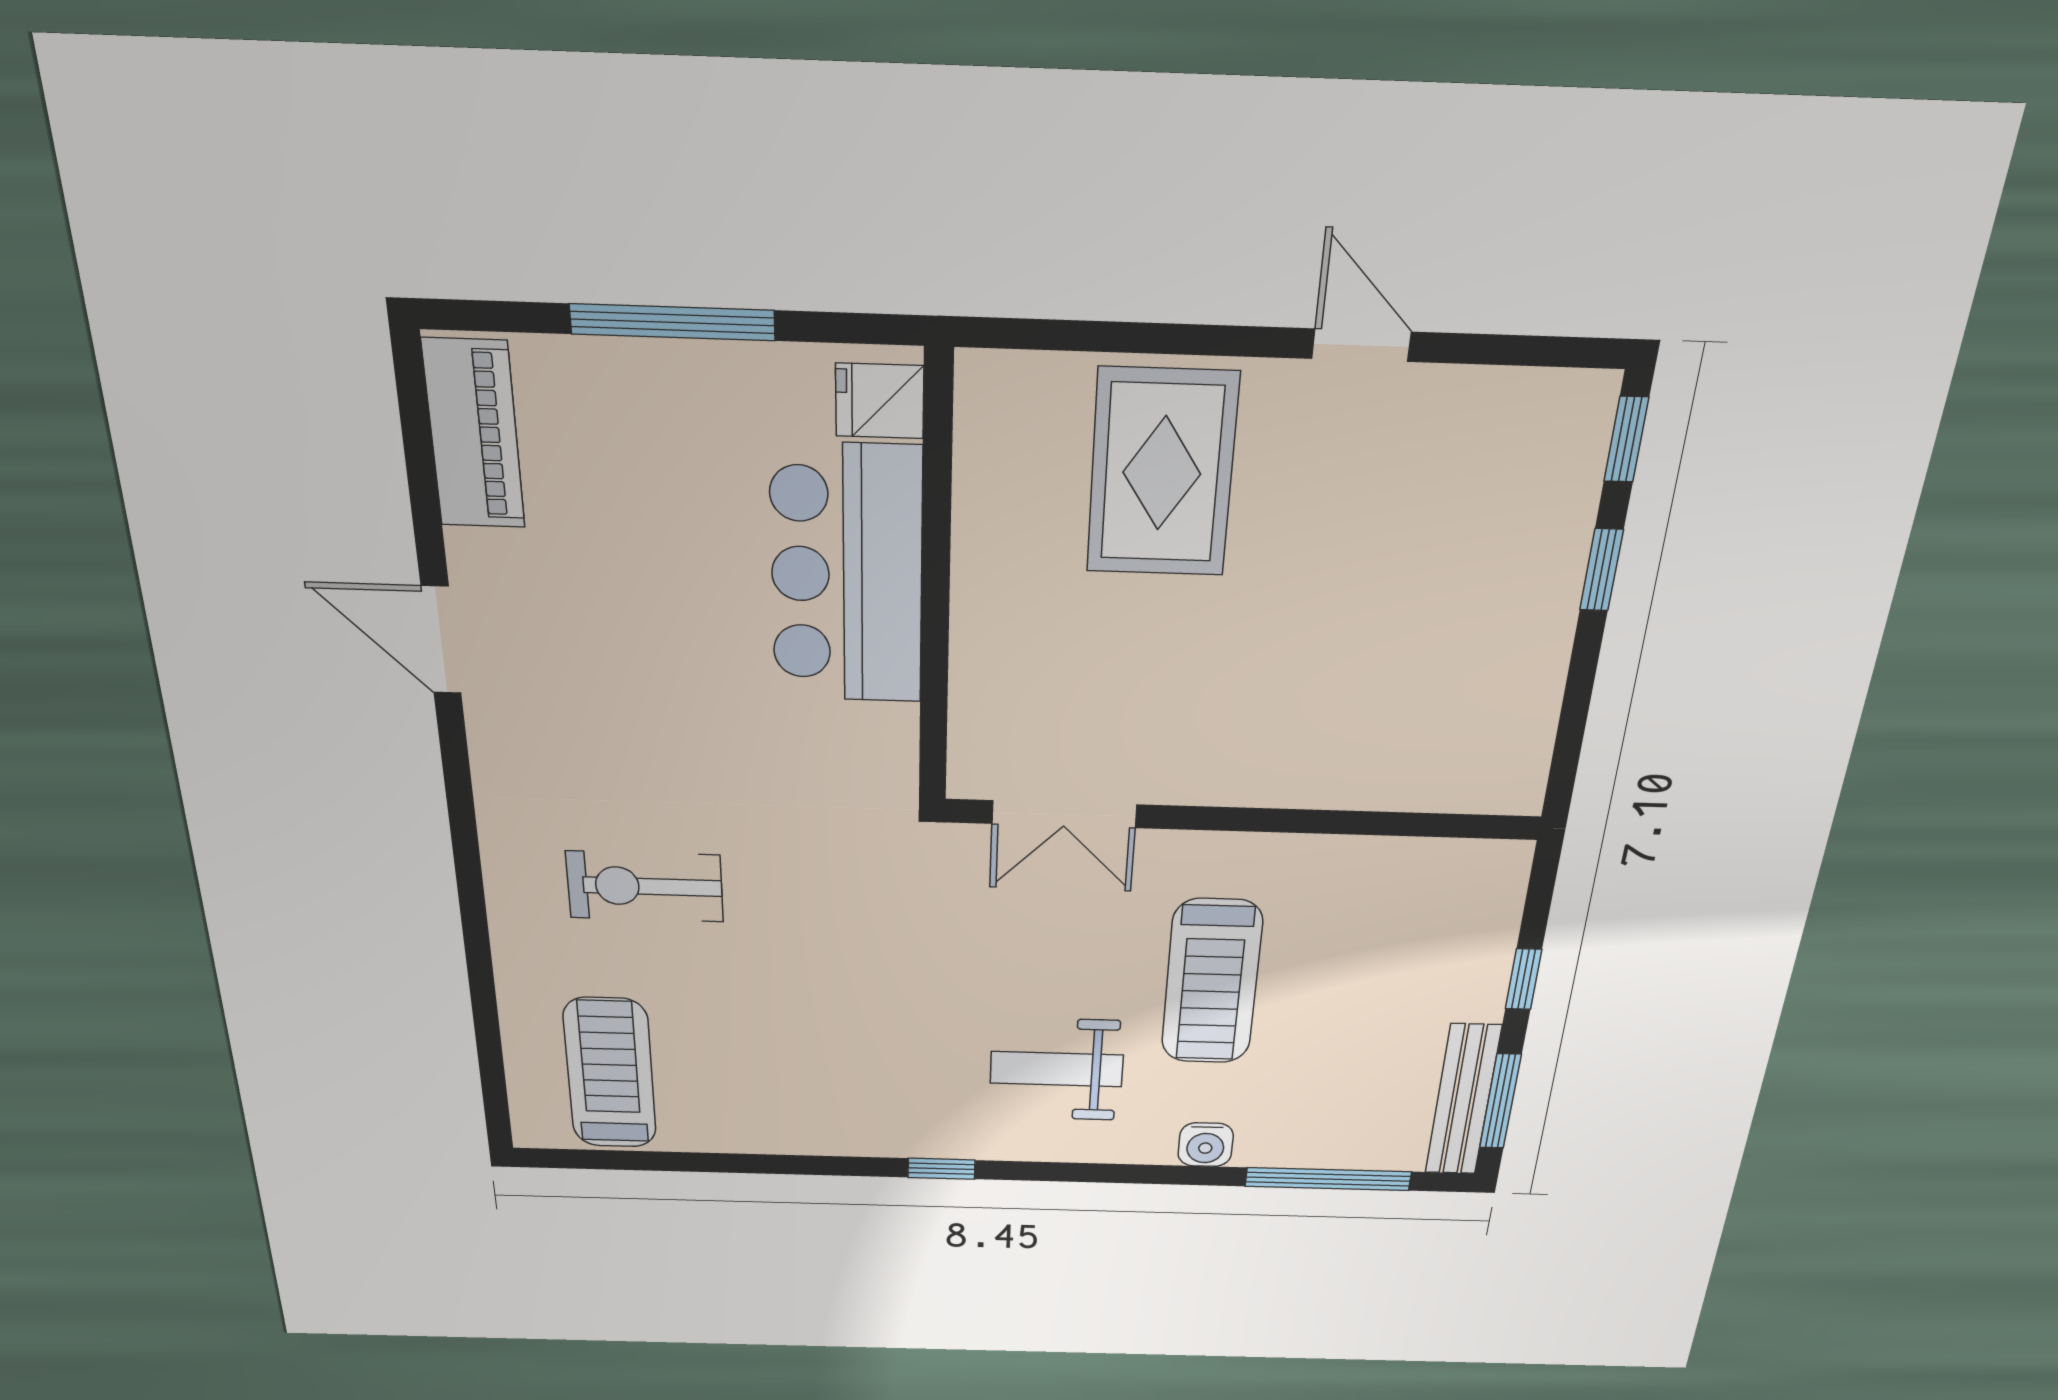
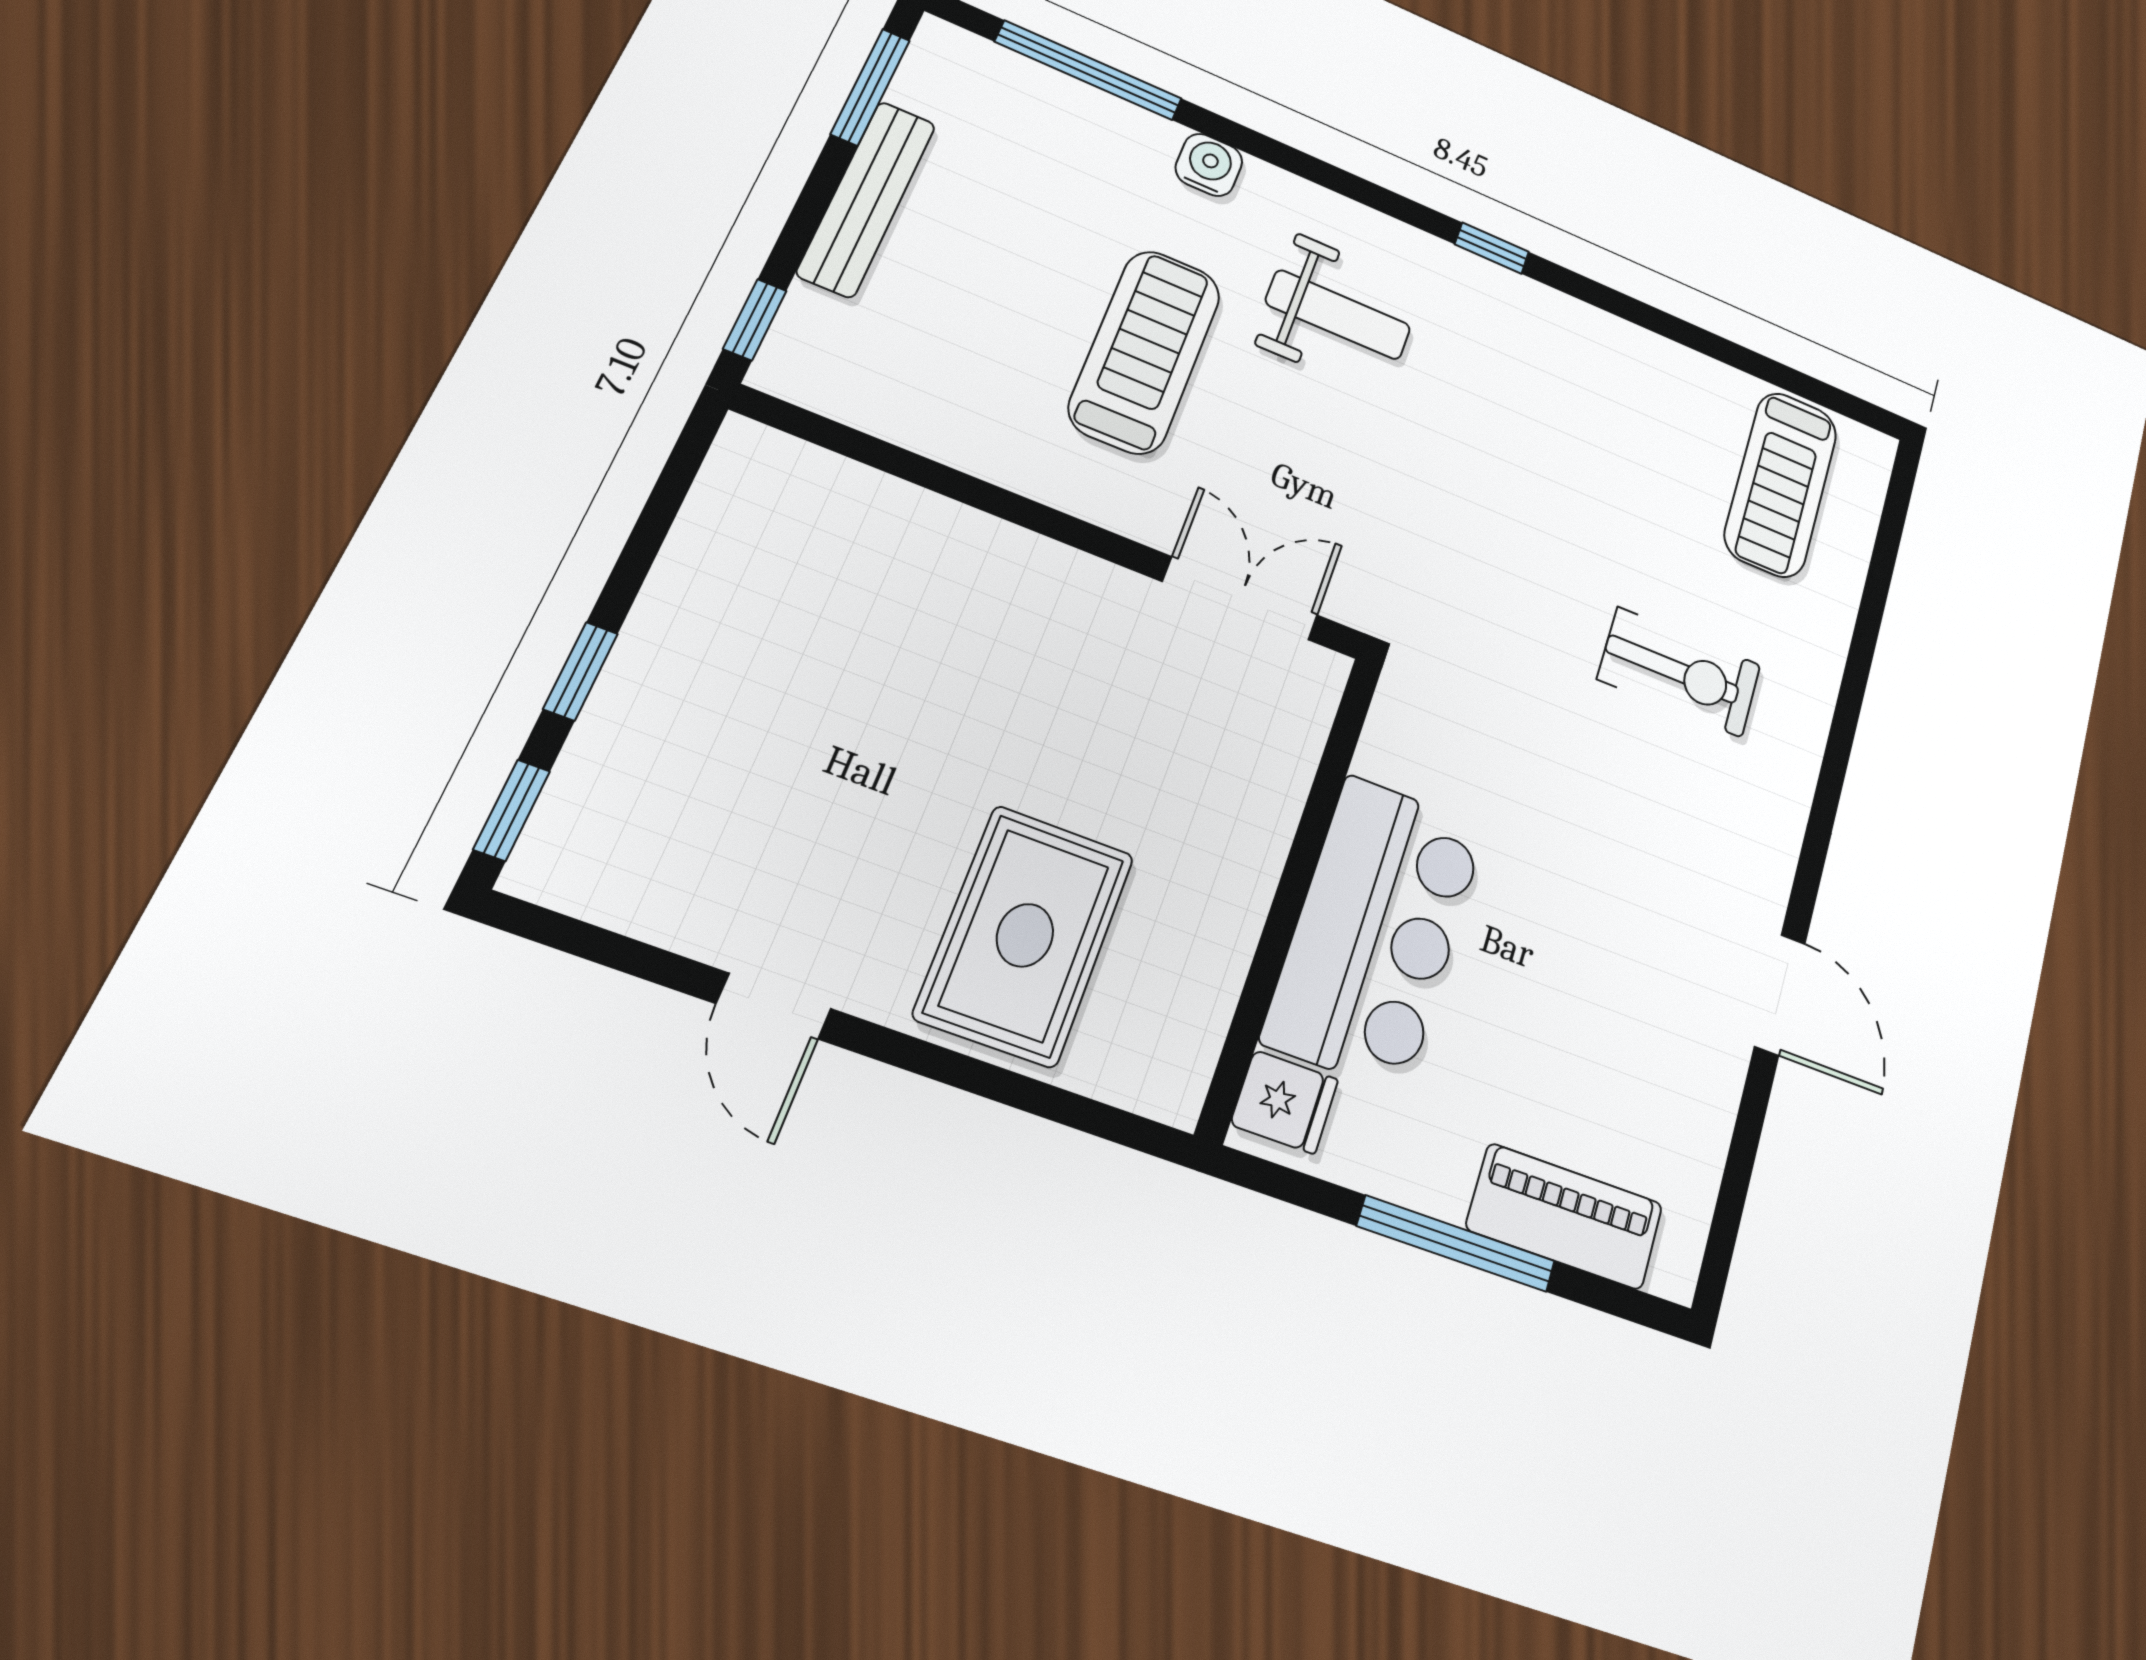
piano: (474, 434) -> (1565, 1216), moved, turned 90
window: (1523, 979) -> (755, 320), moved
bench: (1463, 1100) -> (867, 199), moved

